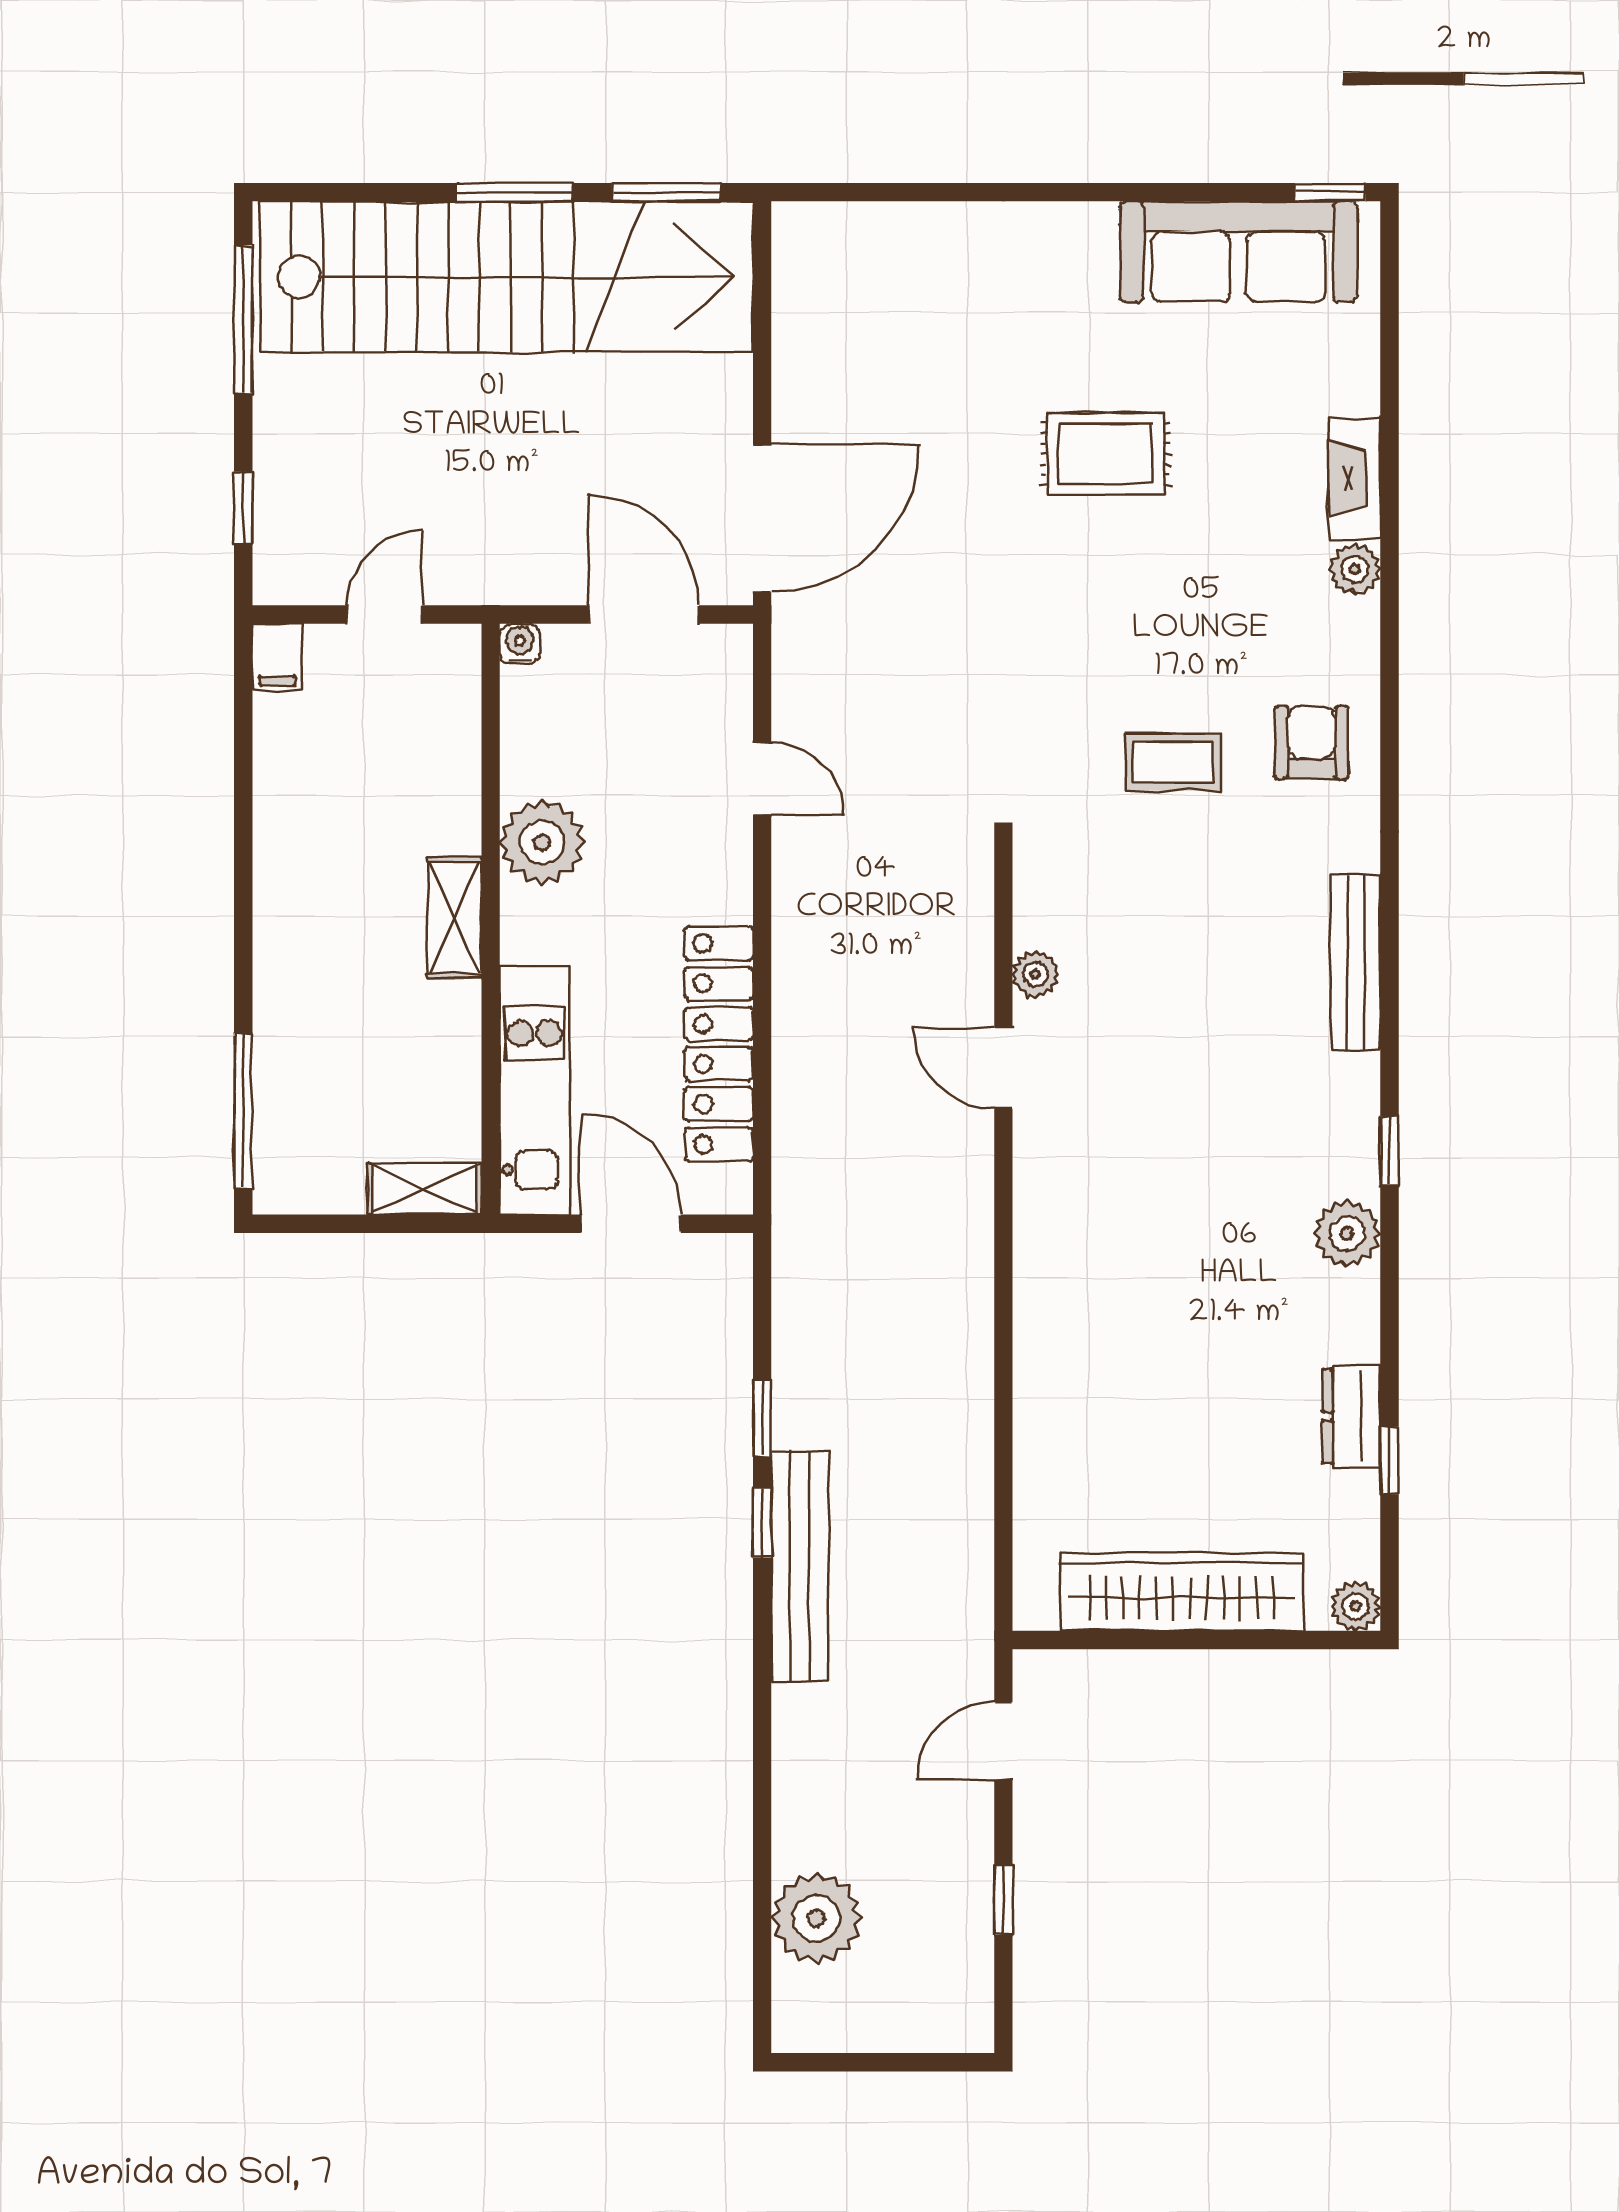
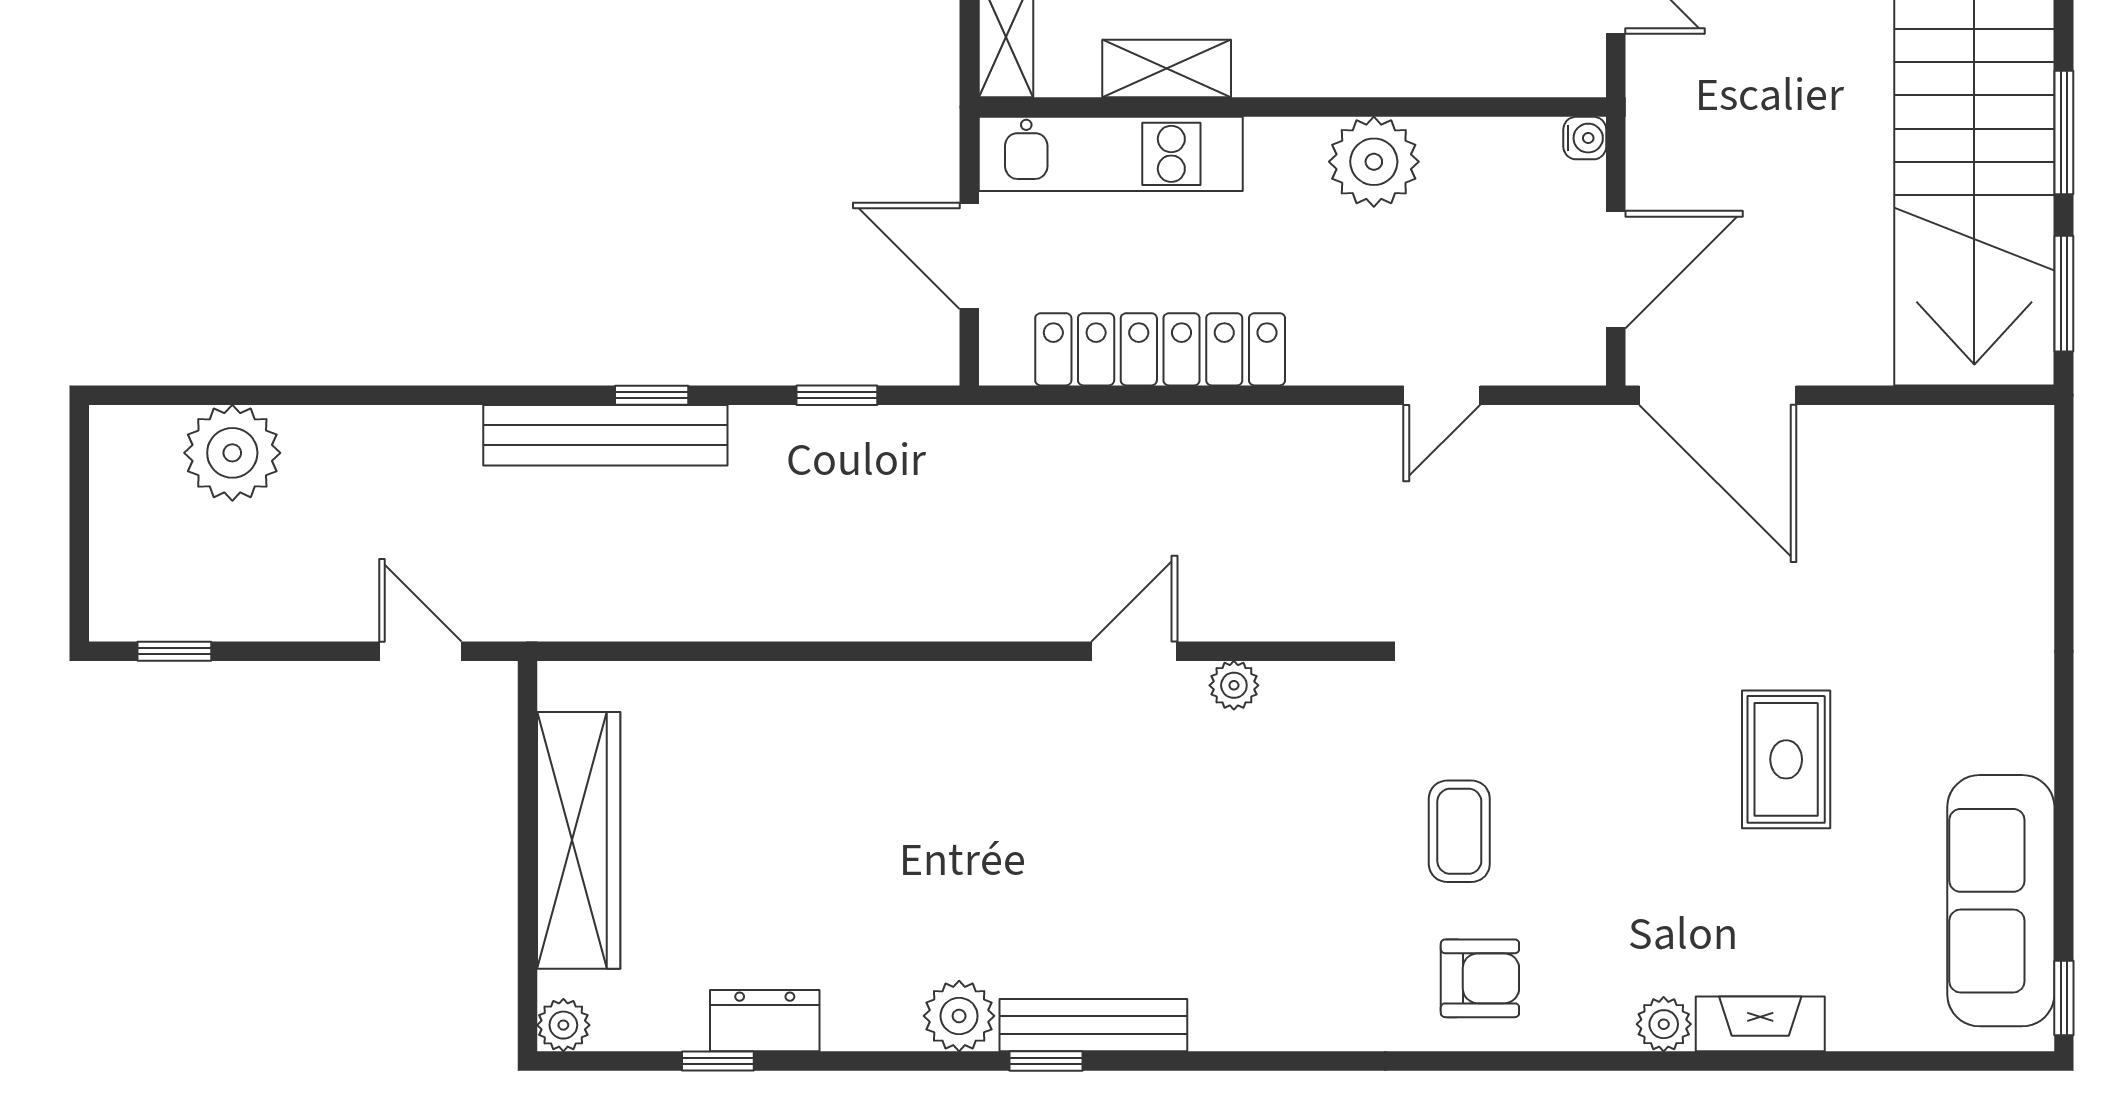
shelving: (454, 918) -> (1167, 69), moved
bench: (1356, 962) -> (1093, 1025), moved
door: (631, 1224) -> (969, 256), swing flipped
window: (762, 1418) -> (837, 395), moved
window: (1003, 1900) -> (174, 651), moved

